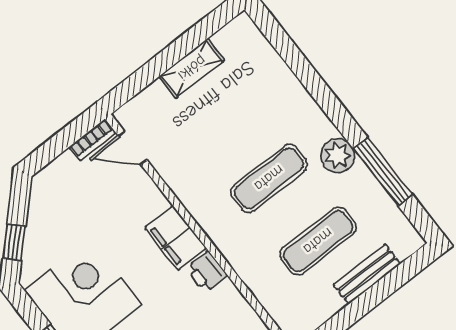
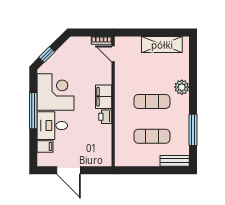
shelving: (192, 68) -> (162, 45), width x1.50, depth x1.33
plant: (338, 156) -> (182, 87), moved
bench: (367, 274) -> (175, 161), moved

